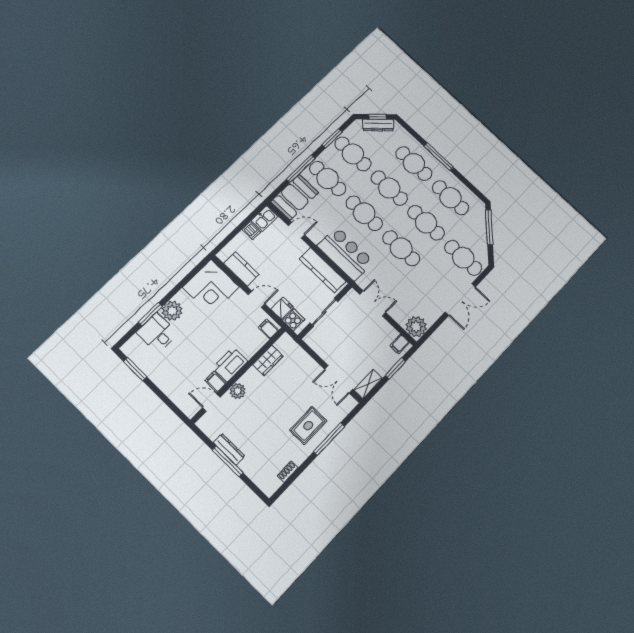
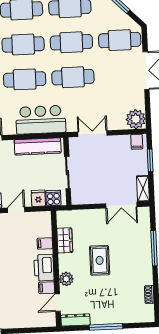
filing cabinet: (268, 329) -> (45, 244), moved
rug: (308, 426) -> (100, 260), moved
dresser: (229, 449) -> (76, 320), moved

